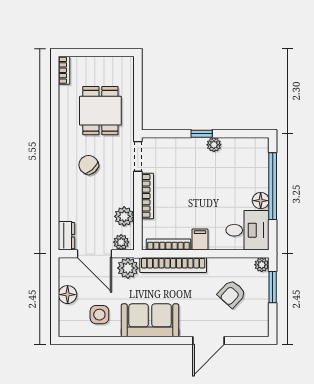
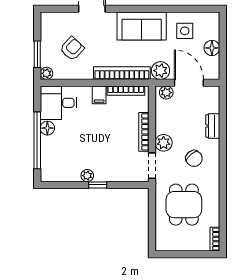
plant: (124, 216) -> (164, 143), moved
dresser: (67, 236) -> (213, 126), moved

